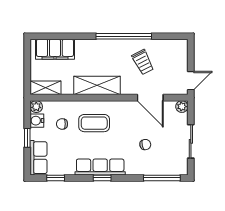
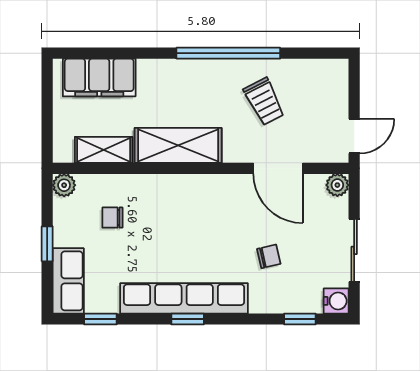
shelving: (45, 88) -> (104, 150), moved
water cooler: (37, 121) -> (336, 301), moved, turned 180
coffee table: (94, 123) -> (173, 216), removed
row of seats: (100, 167) -> (184, 298), width x1.36
window: (162, 178) -> (300, 319), width x0.46

